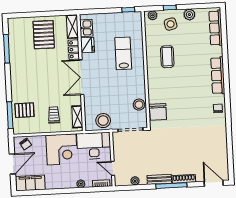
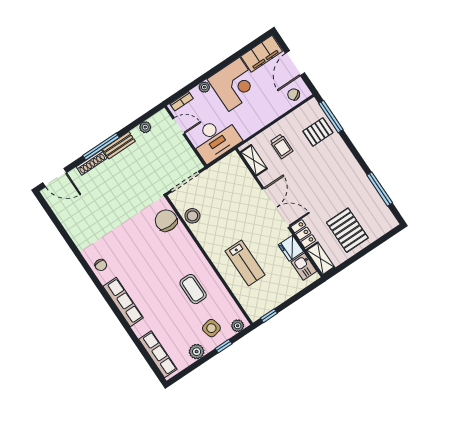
stool: (103, 121) -> (222, 174), removed
corner desk: (62, 149) -> (234, 84), moved, turned 180

